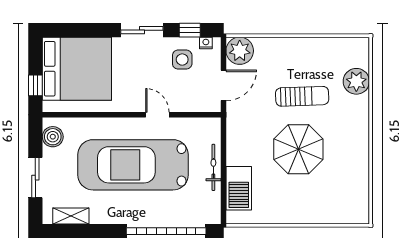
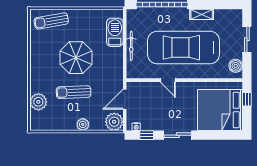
plant: (288, 47) -> (83, 124), added
side table: (182, 60) -> (152, 116), removed
car: (133, 165) -> (184, 48), turned 180
sun lounger: (336, 206) -> (51, 21), added
shelving: (71, 216) -> (202, 14), moved

